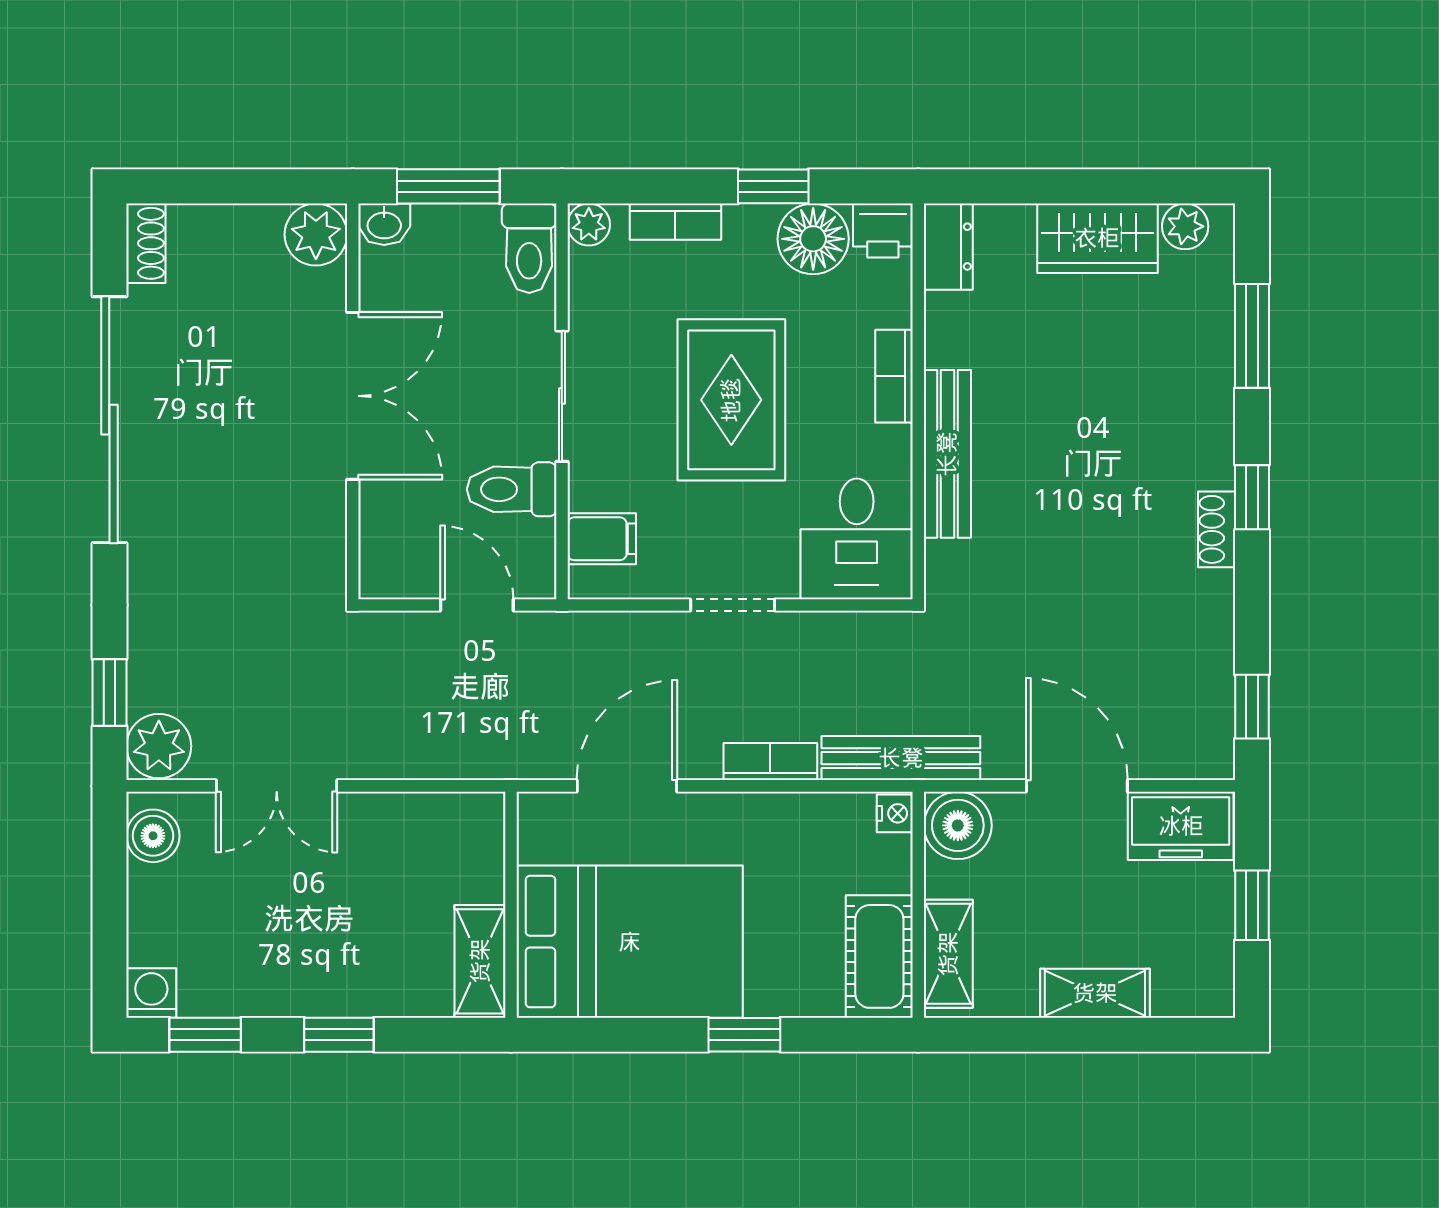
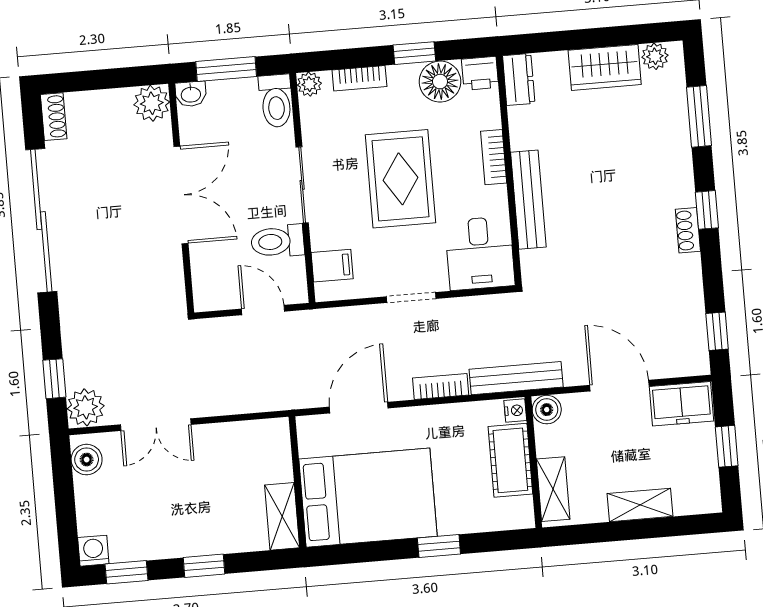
boiler: (958, 825) -> (547, 410), width x0.73, depth x0.73
cot: (879, 956) -> (510, 460), moved

